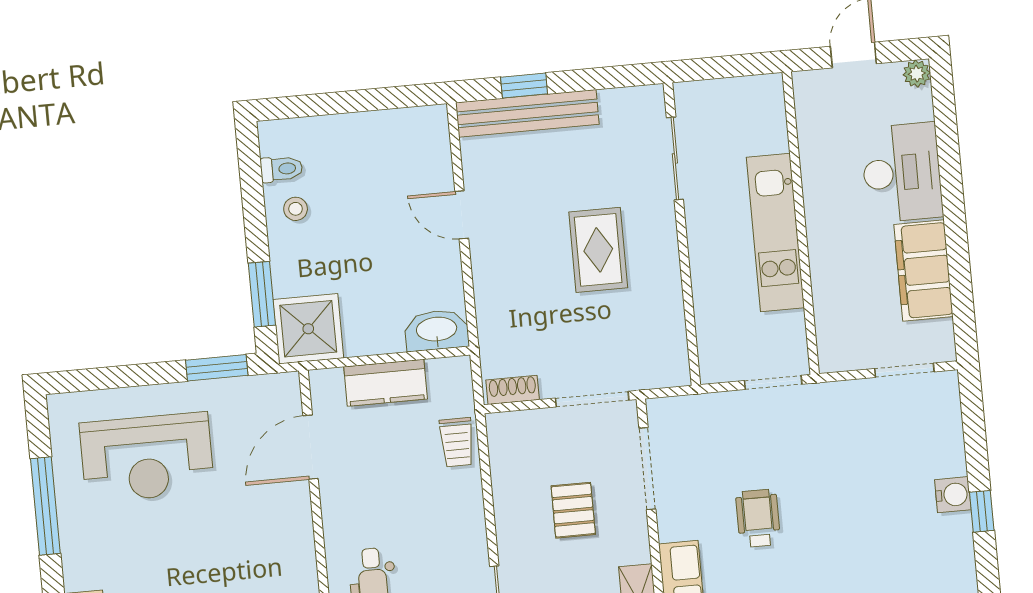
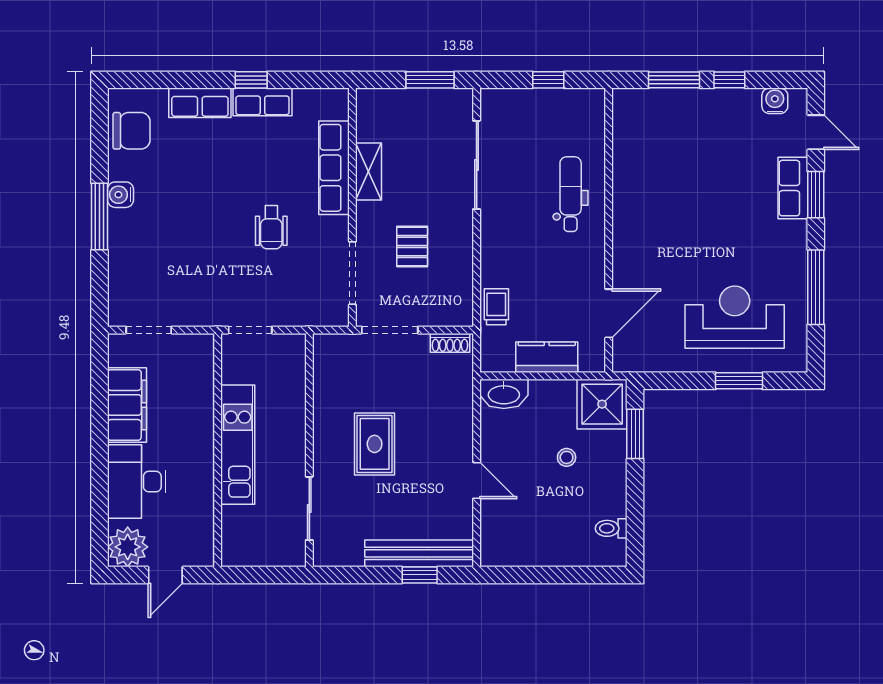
plant: (917, 74) -> (128, 547), width x1.88, depth x1.88
stool: (296, 209) -> (567, 457), moved
window: (217, 368) -> (739, 381), moved
water cooler: (953, 495) -> (120, 195), moved
window: (982, 511) -> (100, 217), width x2.17

